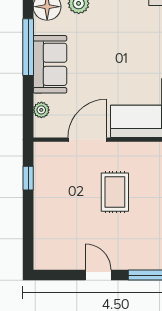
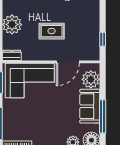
plant: (41, 110) -> (91, 79), width x1.87, depth x1.87
rug: (115, 192) -> (52, 31), turned 90

